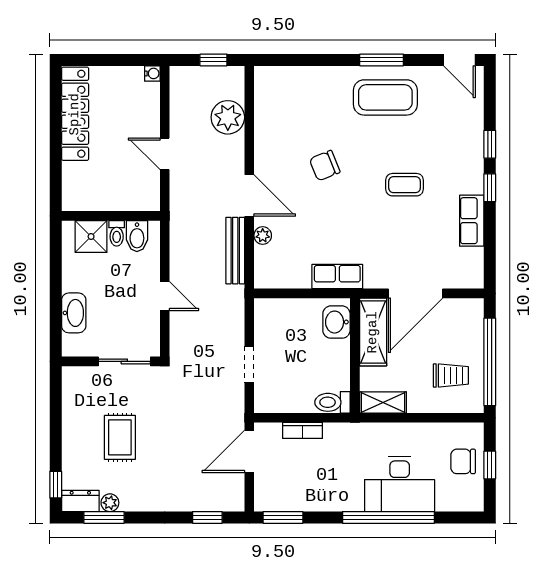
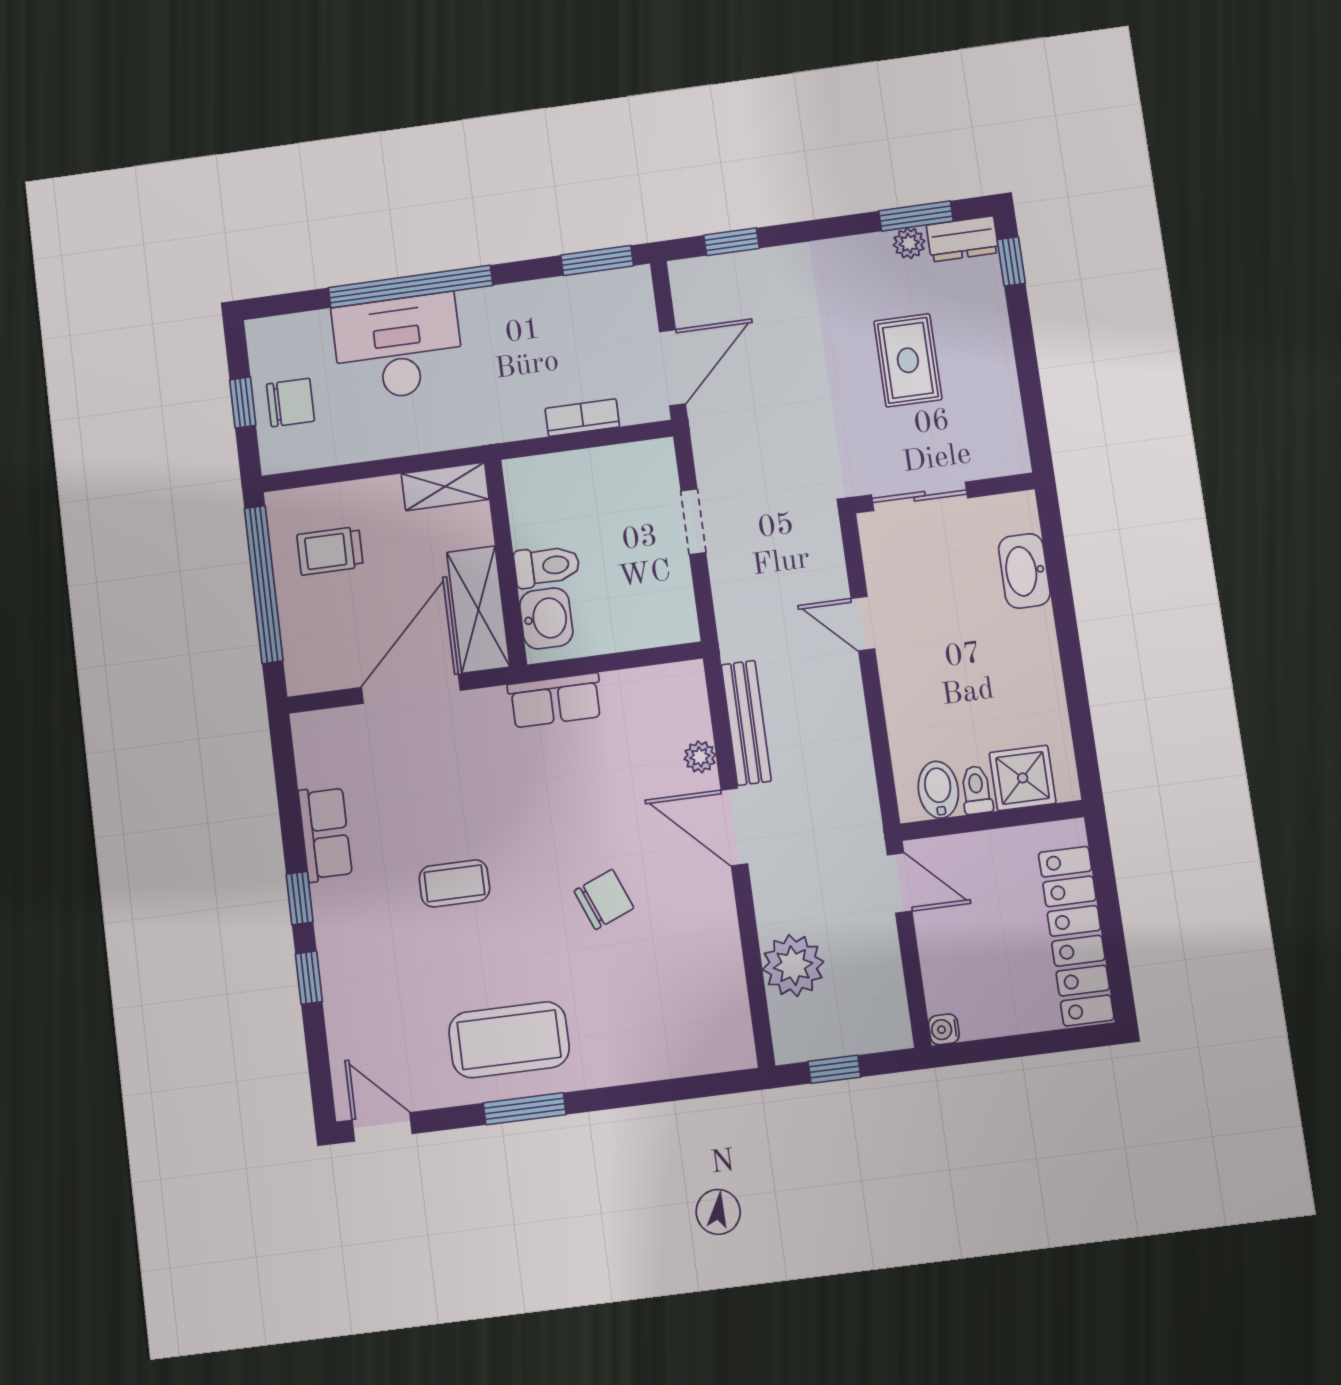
wall: (111, 216) -> (992, 820), moved
toilet: (117, 233) -> (976, 790), moved
bidet: (137, 236) -> (938, 790), moved
shower: (91, 237) -> (1023, 778), moved
toilet: (332, 402) -> (547, 566), moved

